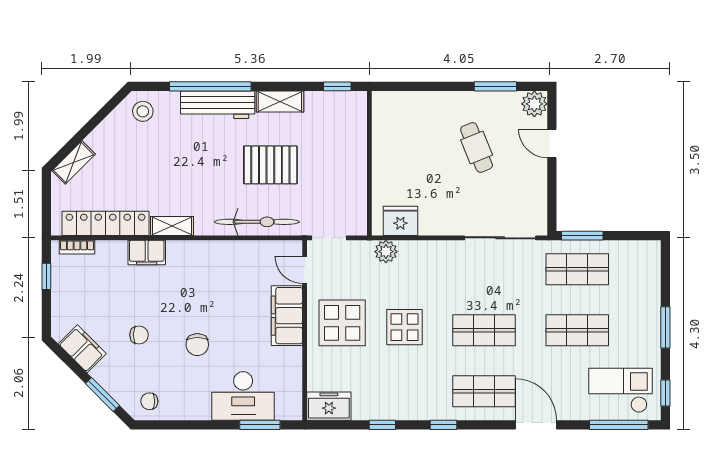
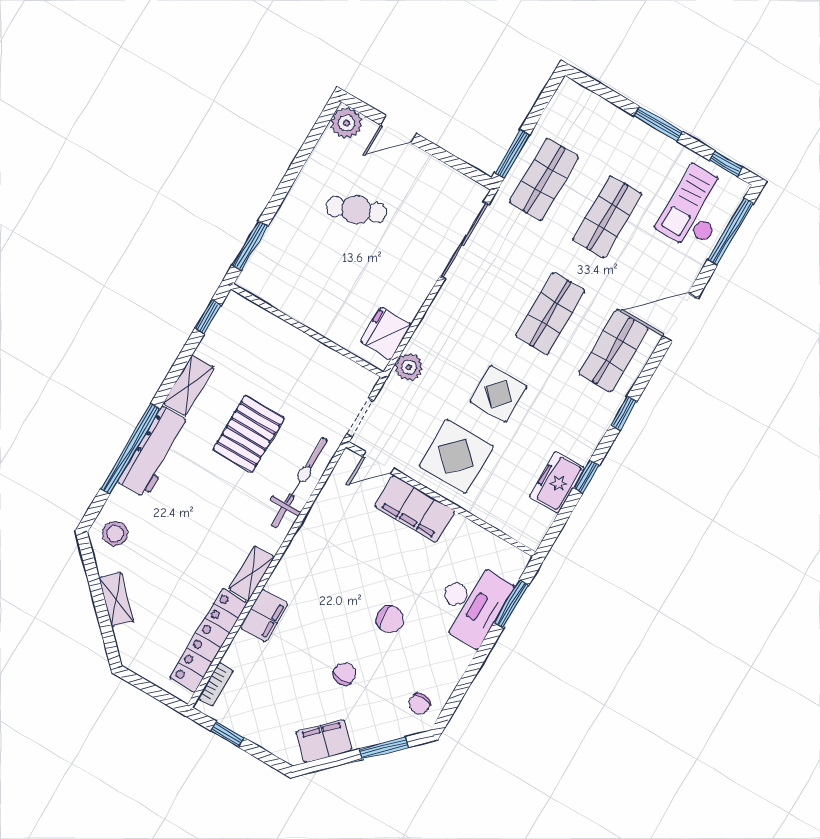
window: (495, 86) -> (250, 245), moved
shelving: (74, 162) -> (116, 599), moved
freezer: (329, 406) -> (557, 482), moved

